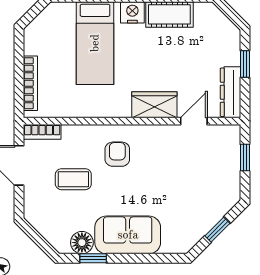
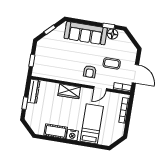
door: (194, 121) -> (100, 89), moved
sofa: (128, 235) -> (86, 33), width x1.36

